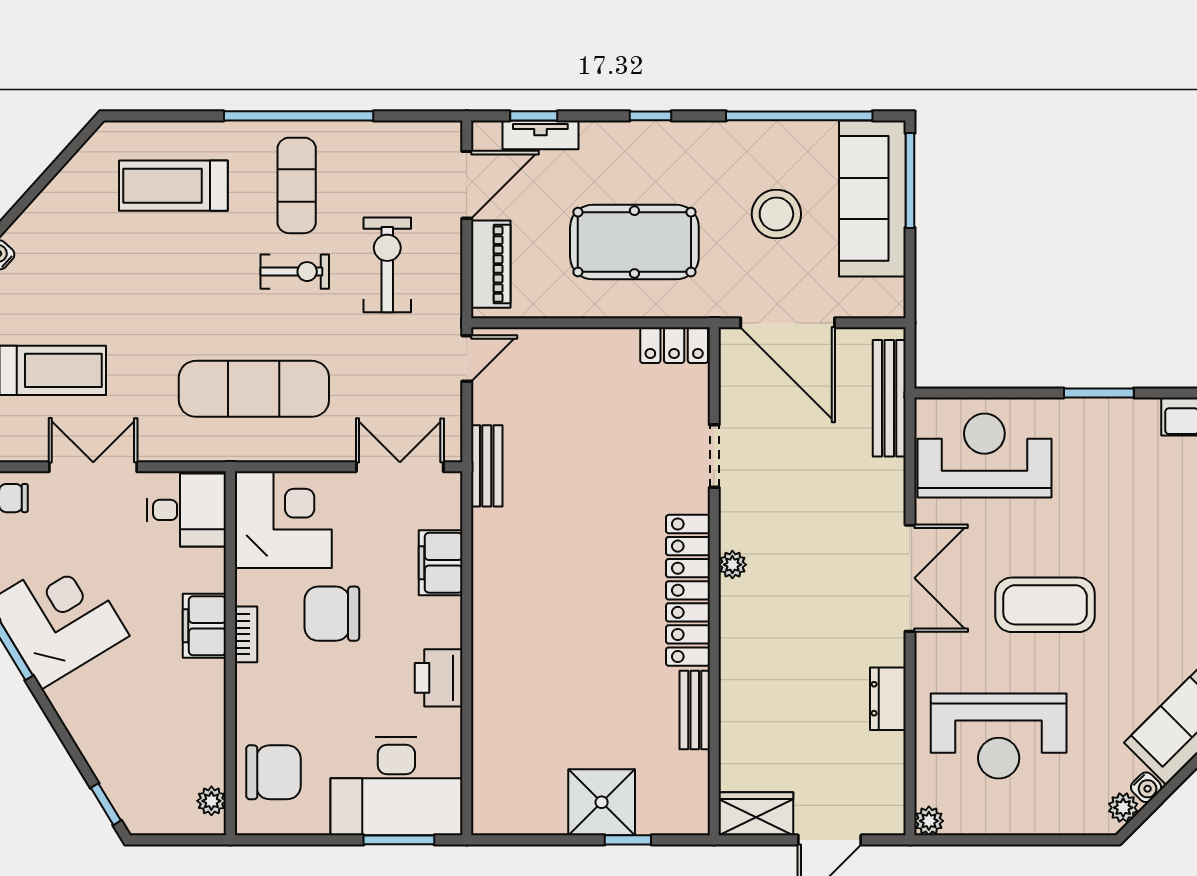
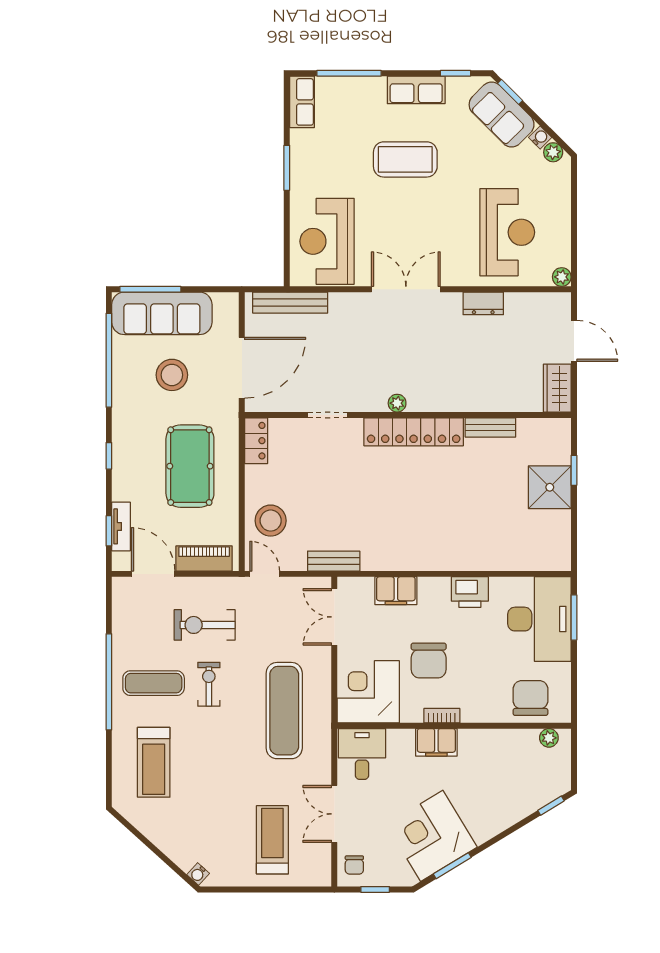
stool: (550, 368) -> (271, 521), added
coffee table: (1045, 605) -> (405, 159), moved, turned 90

